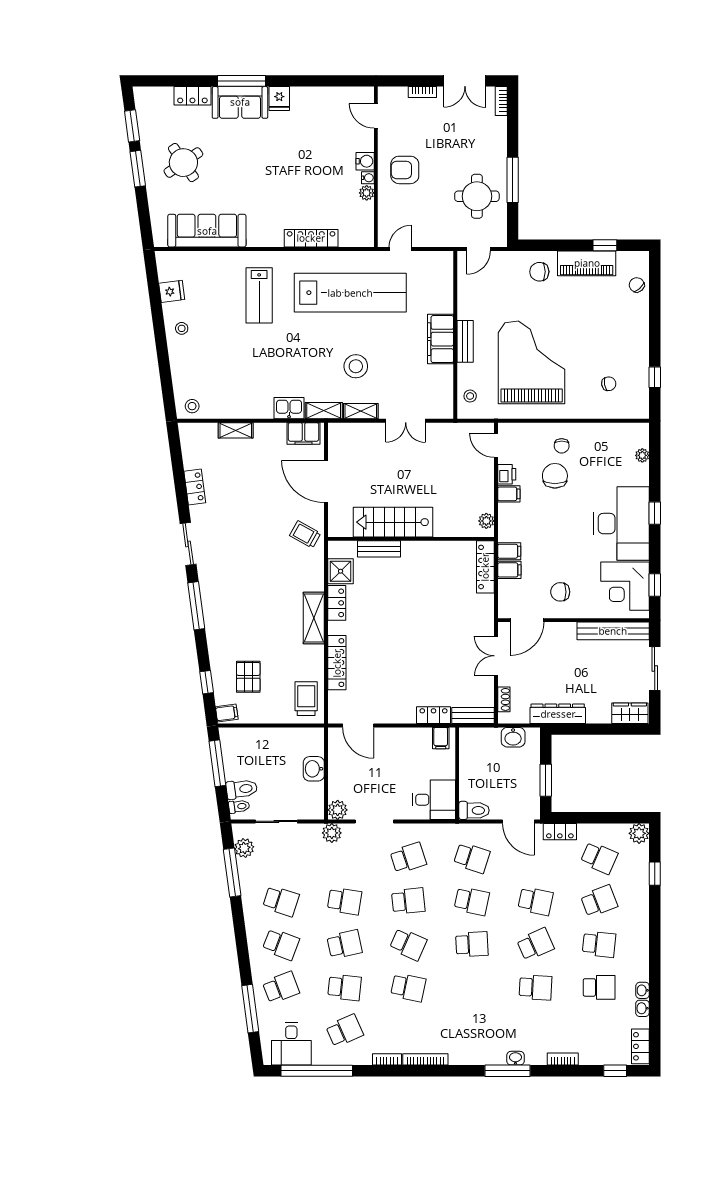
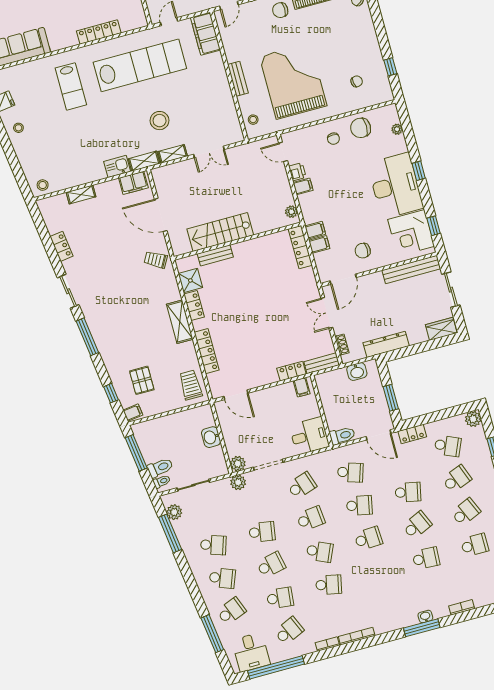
filing cabinet: (441, 339) -> (205, 34), moved
chair: (555, 476) -> (361, 128), moved, turned -90
school desk: (599, 944) -> (466, 512), turned -30

